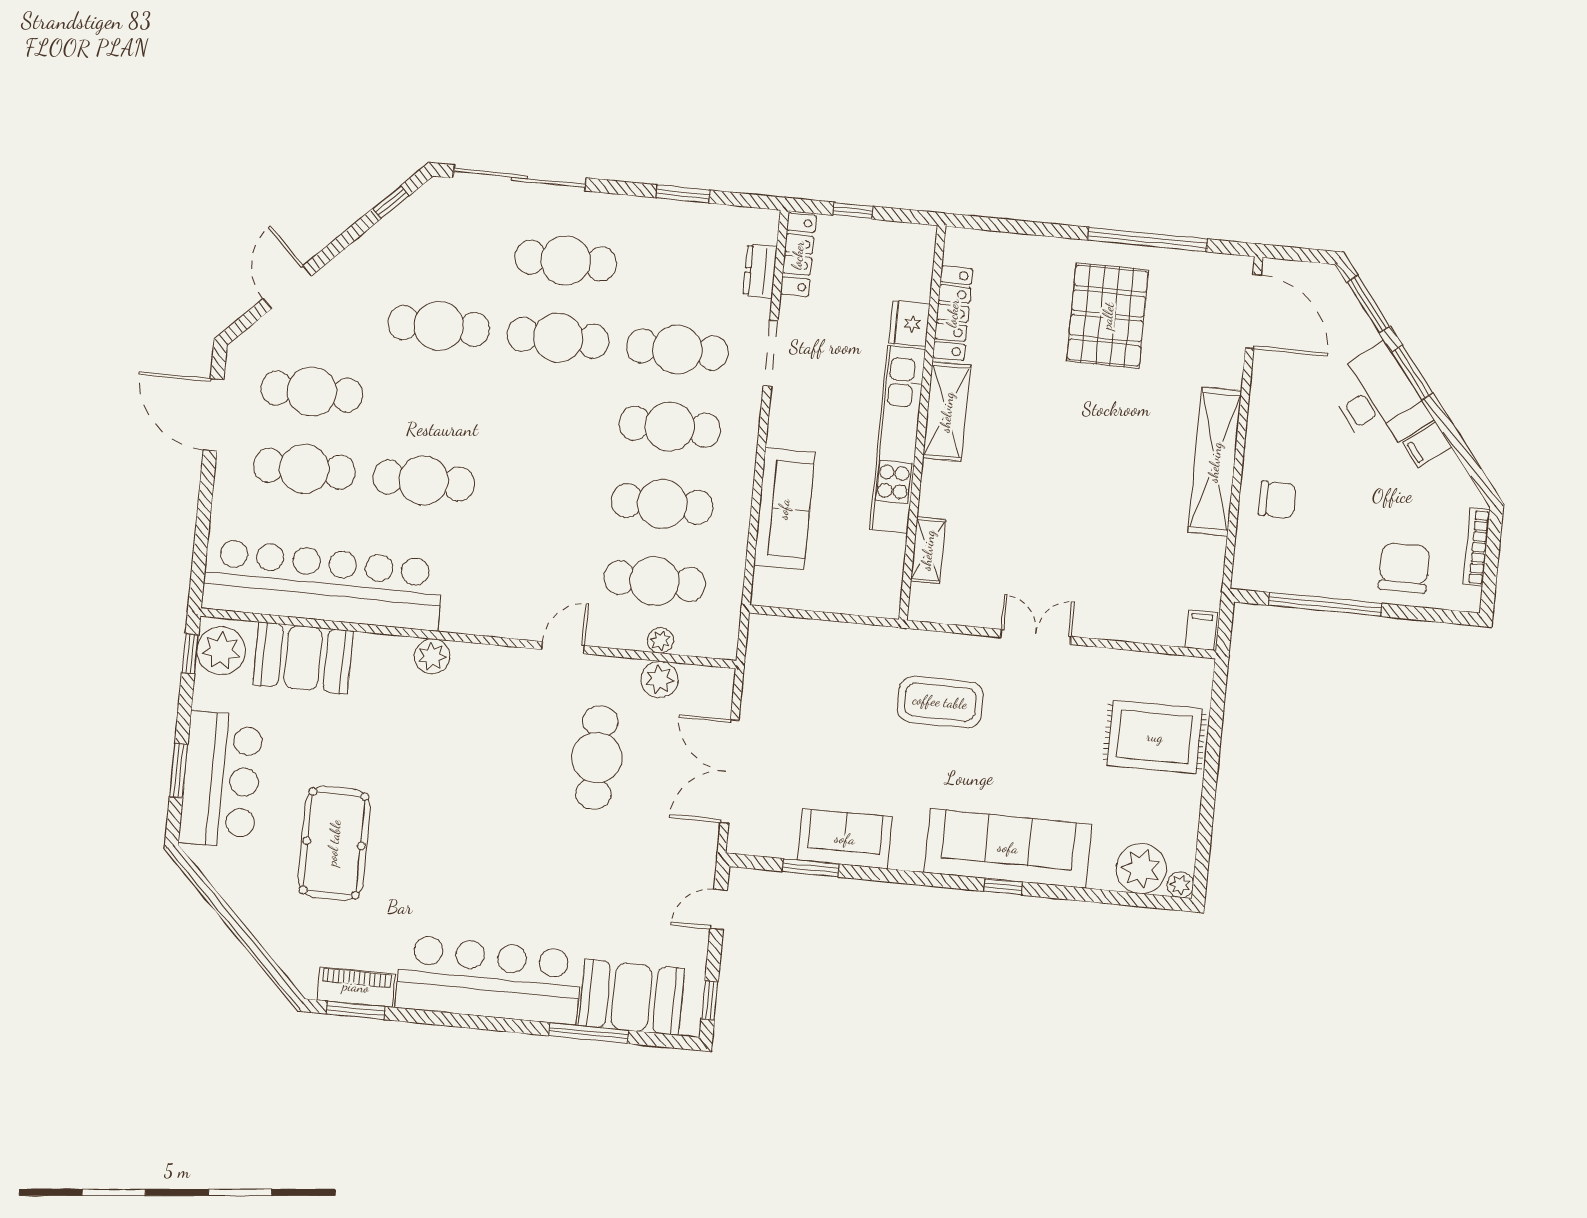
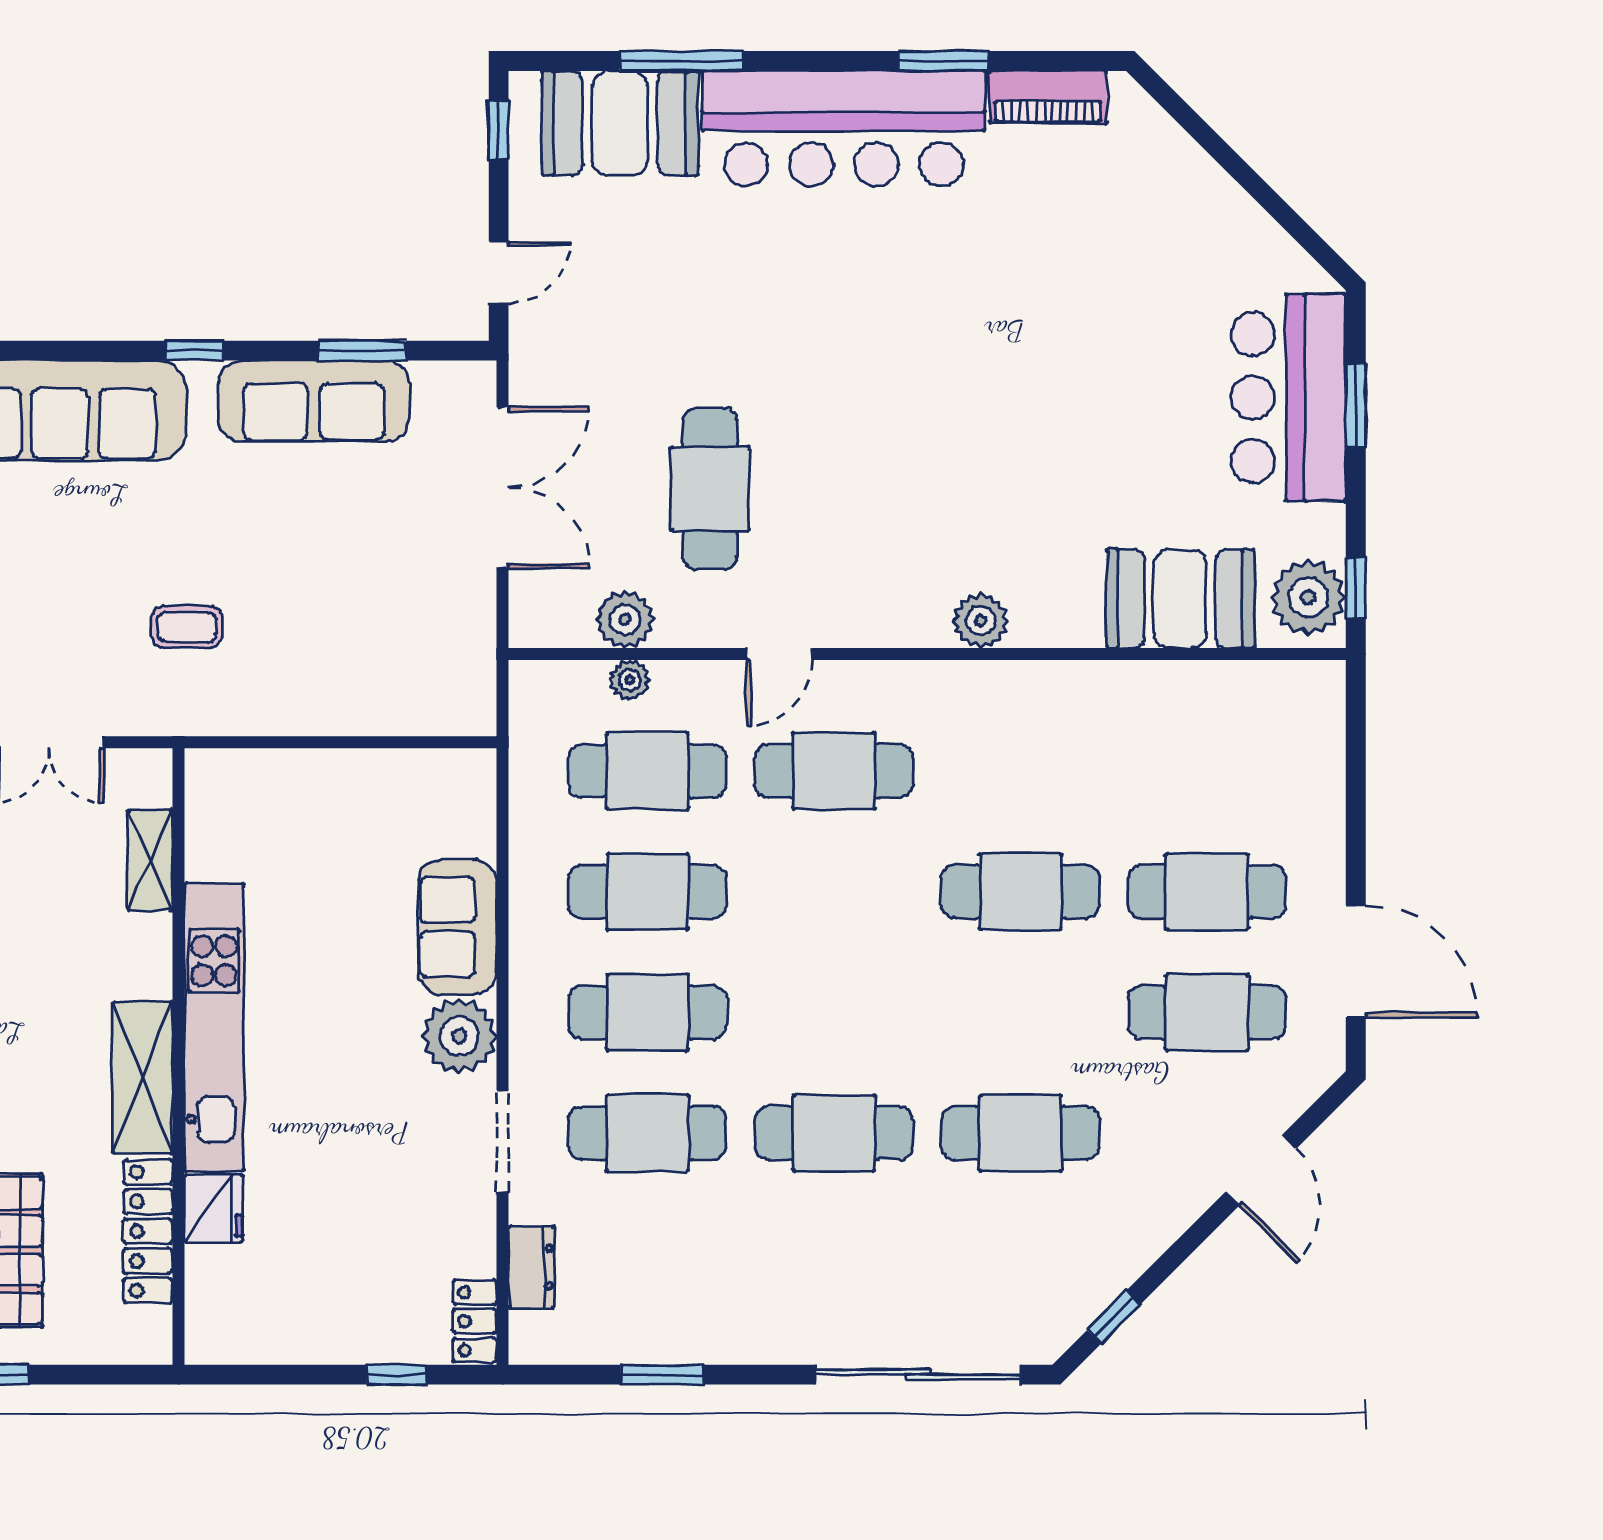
locker: (798, 255) -> (475, 1321), width x0.66
cafe table: (566, 261) -> (834, 771), moved
locker: (953, 313) -> (148, 1231), moved
fridge: (909, 324) -> (213, 1208), moved
shelving: (947, 412) -> (142, 1078), moved
plant: (792, 423) -> (459, 1036), added
wall: (922, 423) -> (179, 1057), moved
kitchen unit: (898, 440) -> (214, 1027), moved
sofa: (784, 509) -> (458, 927), width x0.73
shelving: (928, 550) -> (150, 860), moved
bar counter: (322, 585) -> (1161, 715), removed
coffee table: (940, 702) -> (187, 627), width x0.54, depth x0.58
sofa: (845, 839) -> (314, 401), width x1.36
pool table: (334, 843) -> (1104, 316), removed
window: (1003, 887) -> (195, 351), moved
window: (356, 1010) -> (944, 61), moved

